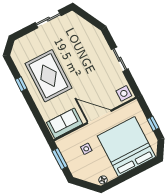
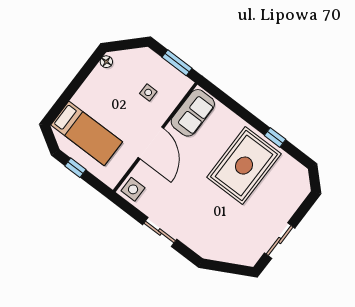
rug: (48, 76) -> (244, 166), turned 90
door: (99, 117) -> (151, 143), hinge flipped
bed: (127, 146) -> (87, 133), width x0.49

